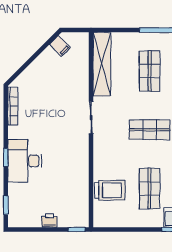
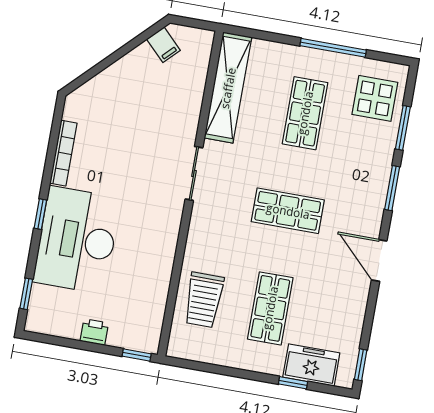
bookcase: (13, 106) -> (63, 153), moved
desk: (25, 161) -> (77, 240), width x1.36, depth x1.30
trolley: (110, 190) -> (204, 300), turned 90

